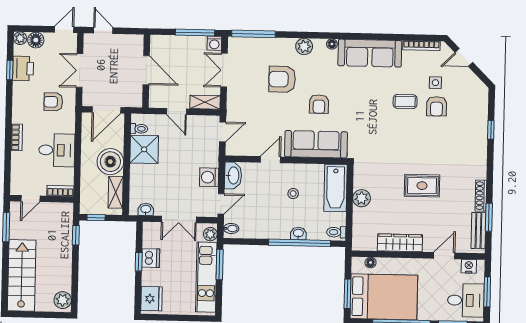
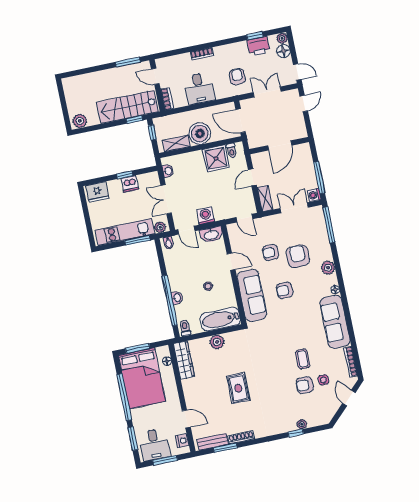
armchair: (270, 110) -> (271, 252), added
plant: (482, 120) -> (302, 424), added
wardrobe: (400, 243) -> (184, 360), moved
stairs: (22, 275) -> (127, 107), moved, turned 180

